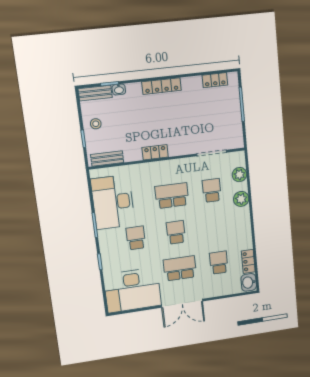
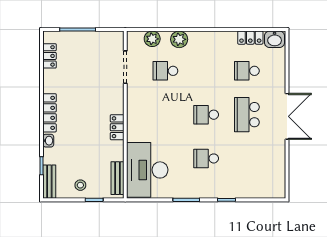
washbasin: (119, 89) -> (48, 141), moved
school desk: (172, 196) -> (165, 115), removed
desk: (113, 202) -> (147, 170), moved, turned 90
desk: (132, 290) -> (264, 169), removed

